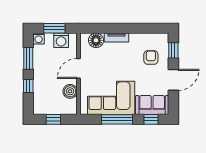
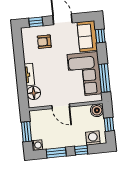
washing machine: (61, 40) -> (93, 138), moved, turned -90
boiler: (70, 91) -> (97, 110), moved
window: (117, 119) -> (104, 78), moved

